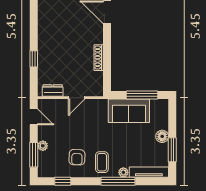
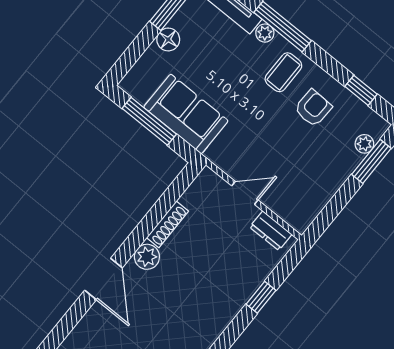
plant: (96, 37) -> (147, 257), added
door: (34, 117) -> (328, 215), removed
plant: (43, 146) -> (364, 144), moved

